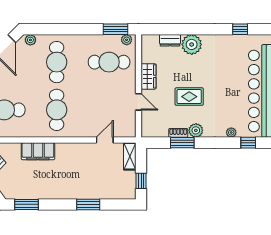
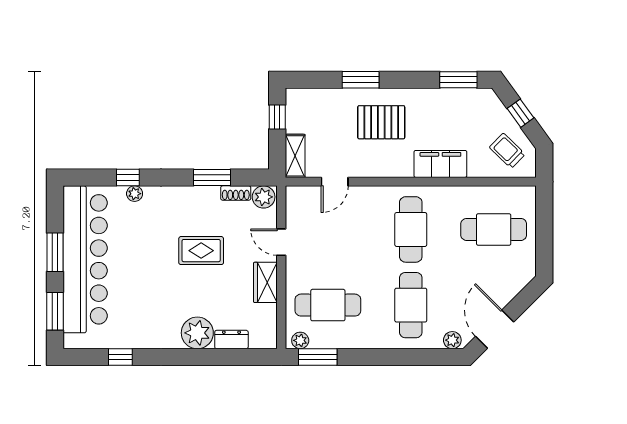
plant: (196, 130) -> (264, 197), moved
shoe rack: (178, 133) -> (236, 193), moved
window: (248, 143) -> (128, 178), moved
pallet: (75, 178) -> (381, 122), added

